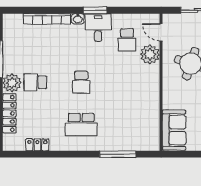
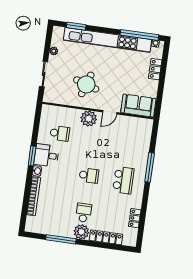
door: (161, 32) -> (110, 112), moved
plant: (150, 54) -> (89, 119), moved
school desk: (35, 82) -> (84, 213), turned 180
window: (118, 154) -> (150, 167), moved

